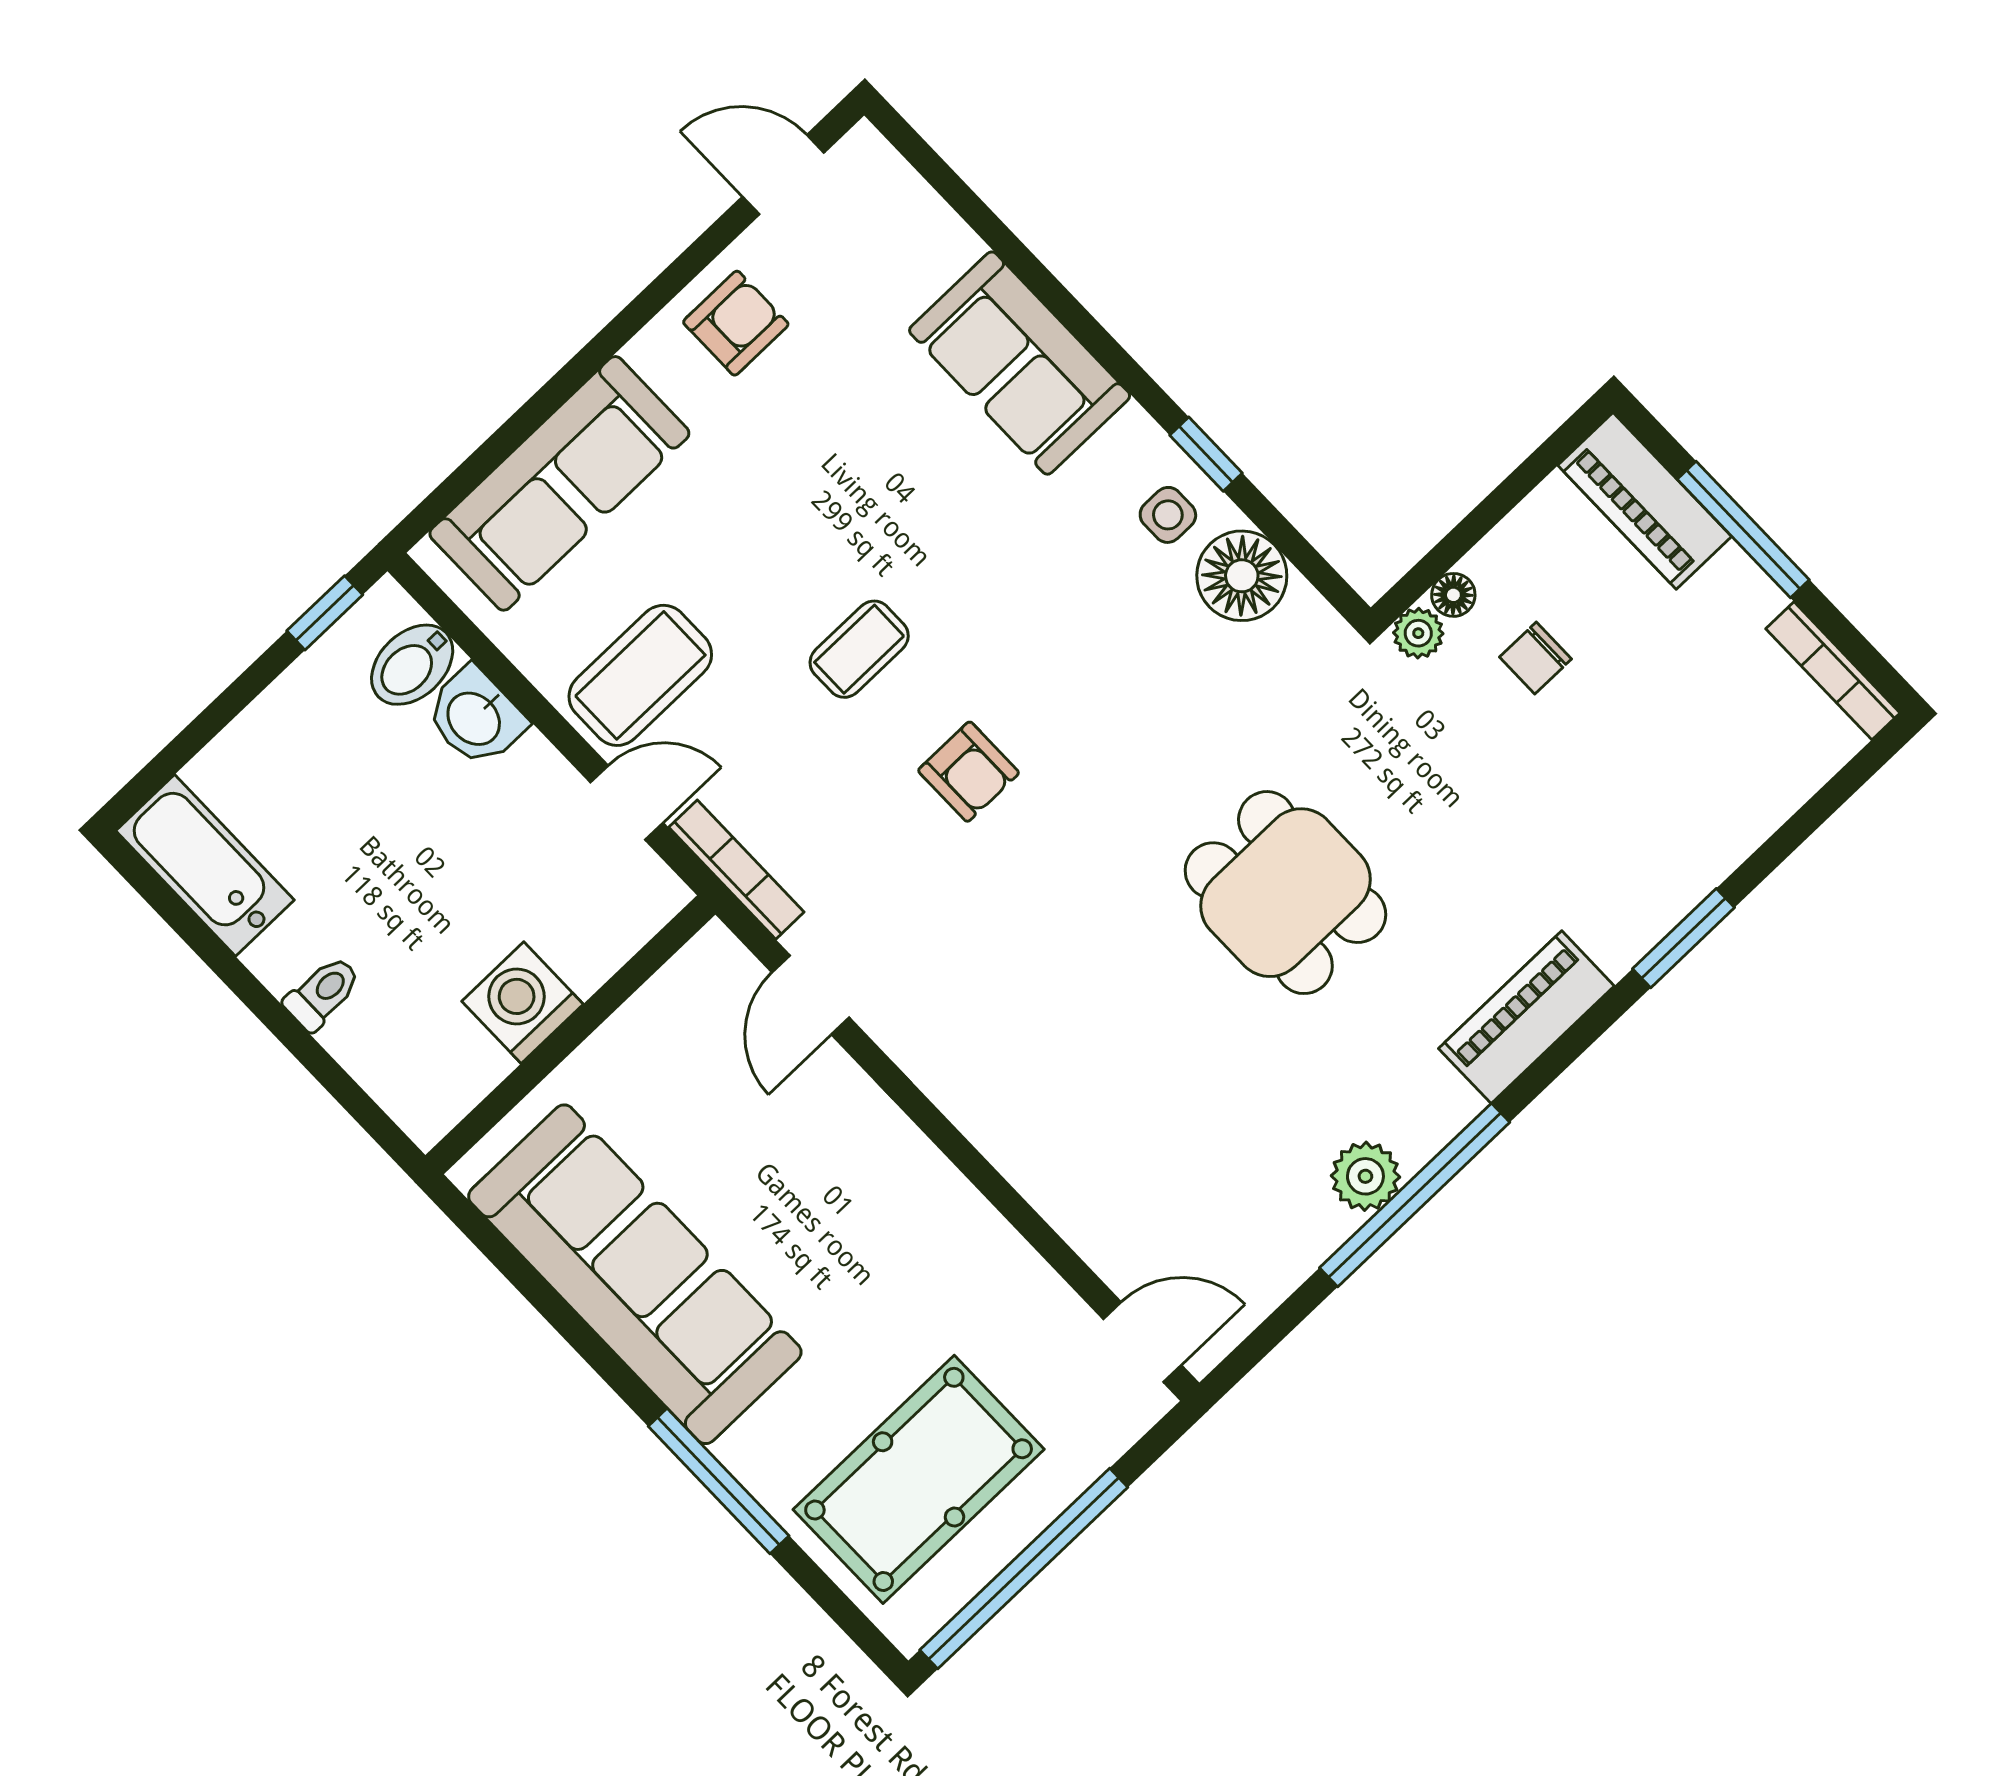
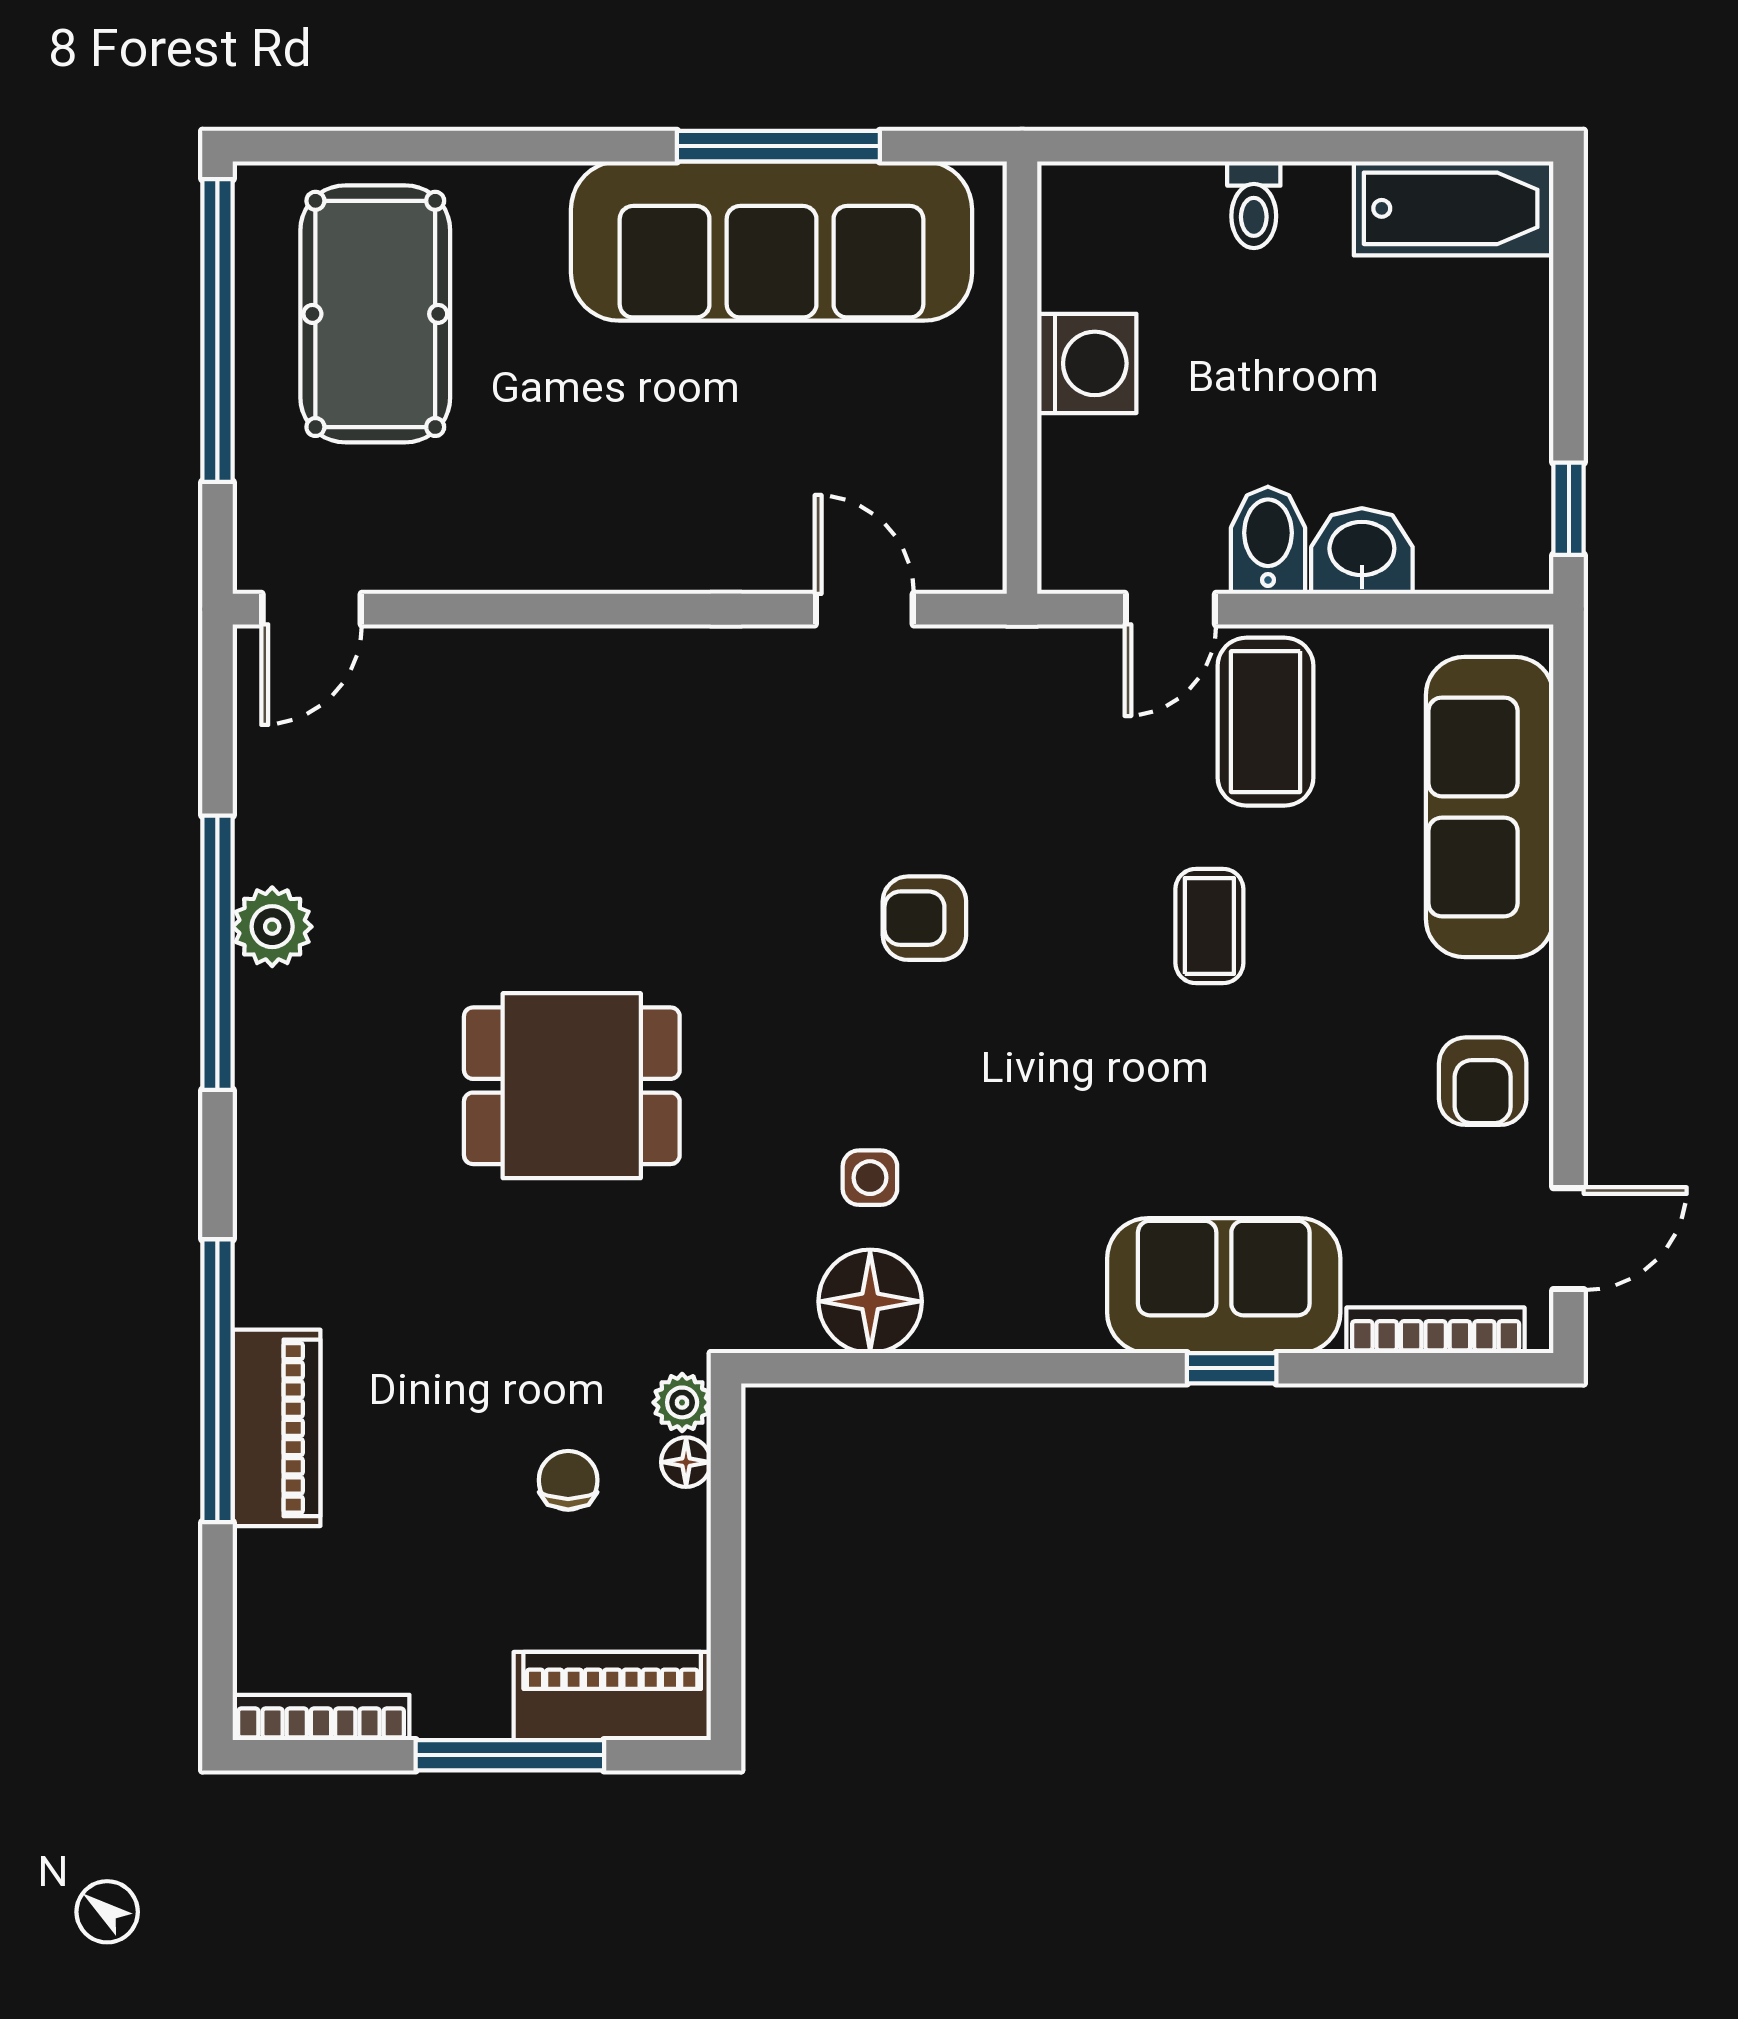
window: (1206, 454) -> (1232, 1368), moved
side table: (1168, 515) -> (870, 1178), moved
coffee table: (859, 649) -> (1209, 926), moved
bidet: (412, 665) -> (1268, 540), moved
bookcase: (736, 870) -> (1436, 1330), moved, turned 180
window: (1683, 938) -> (217, 1381), width x2.11
piano: (1526, 1017) -> (277, 1428), moved
window: (719, 1481) -> (778, 146), moved

